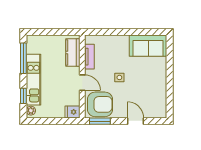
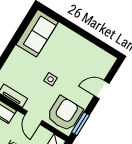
door: (82, 83) -> (33, 118), swing flipped

